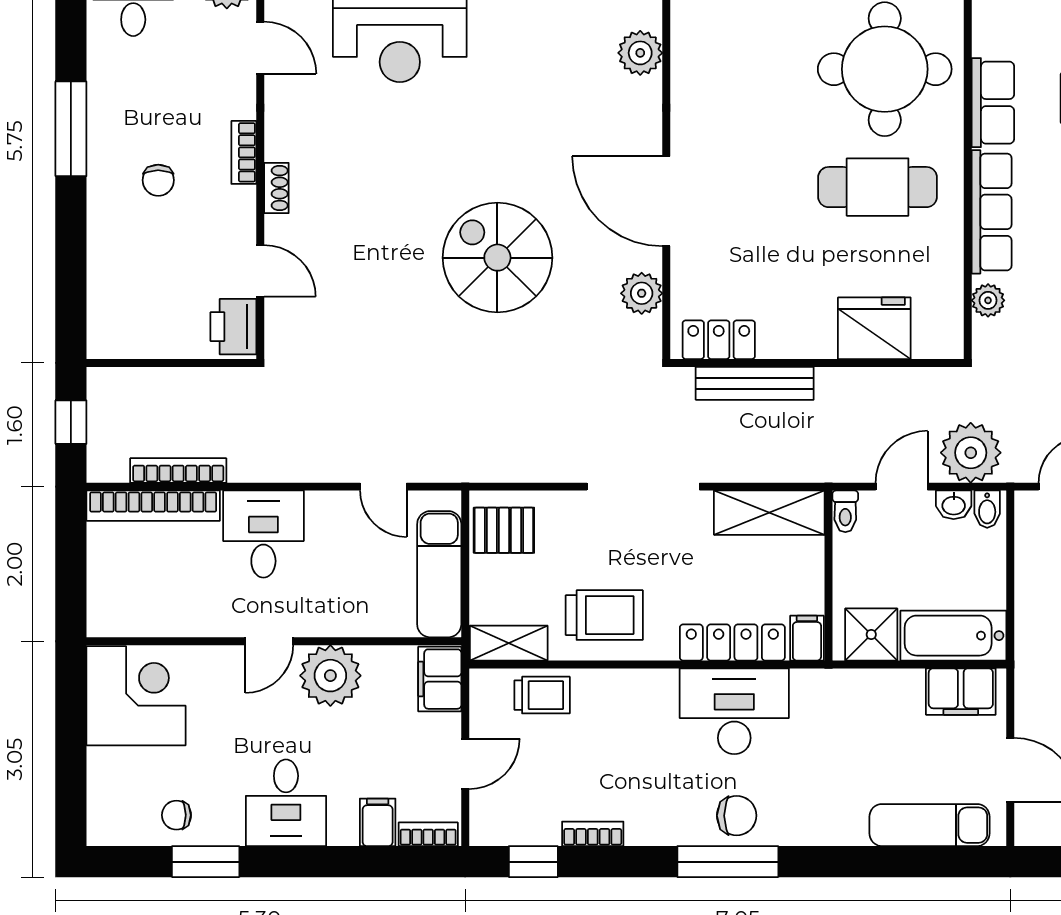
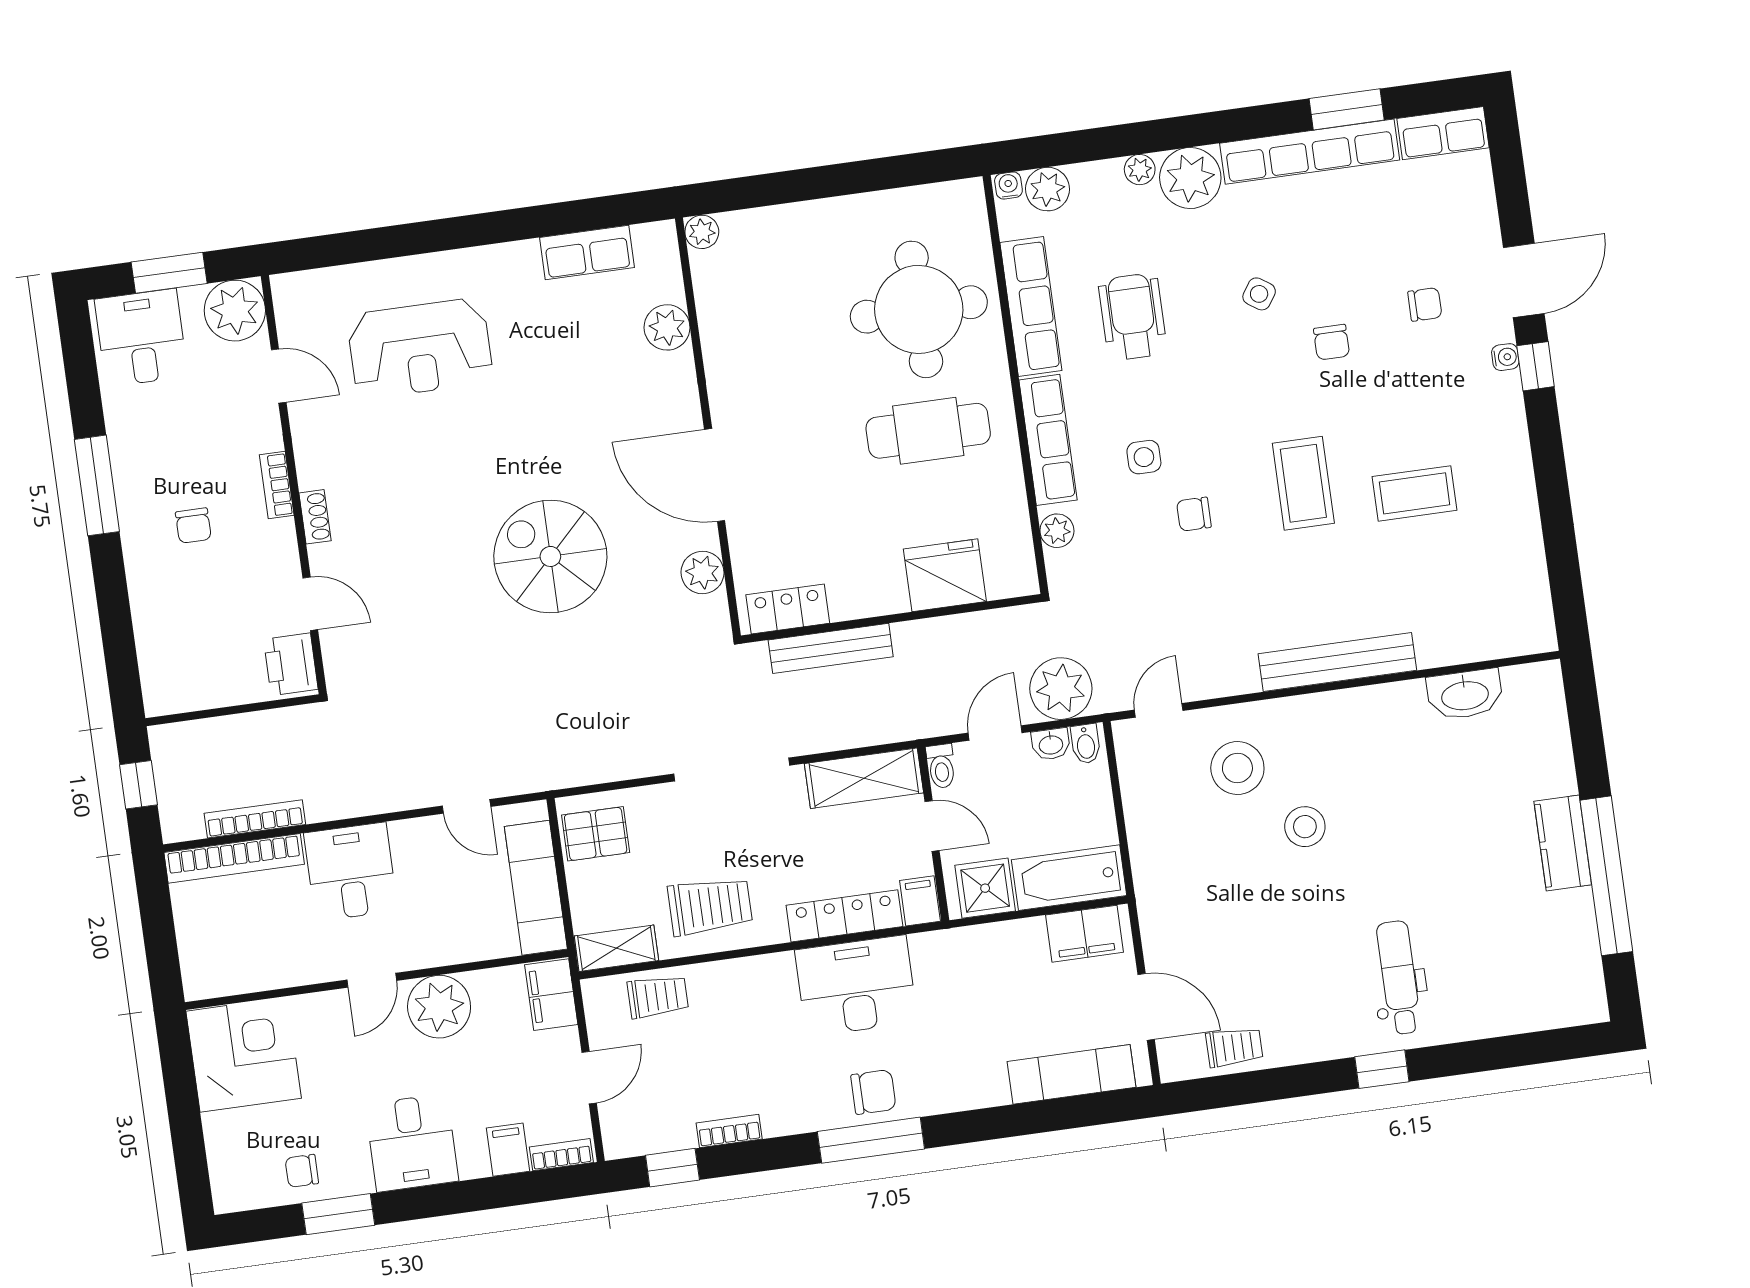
row of seats: (993, 103) -> (1031, 307), width x1.48
door: (829, 568) -> (932, 826), added

